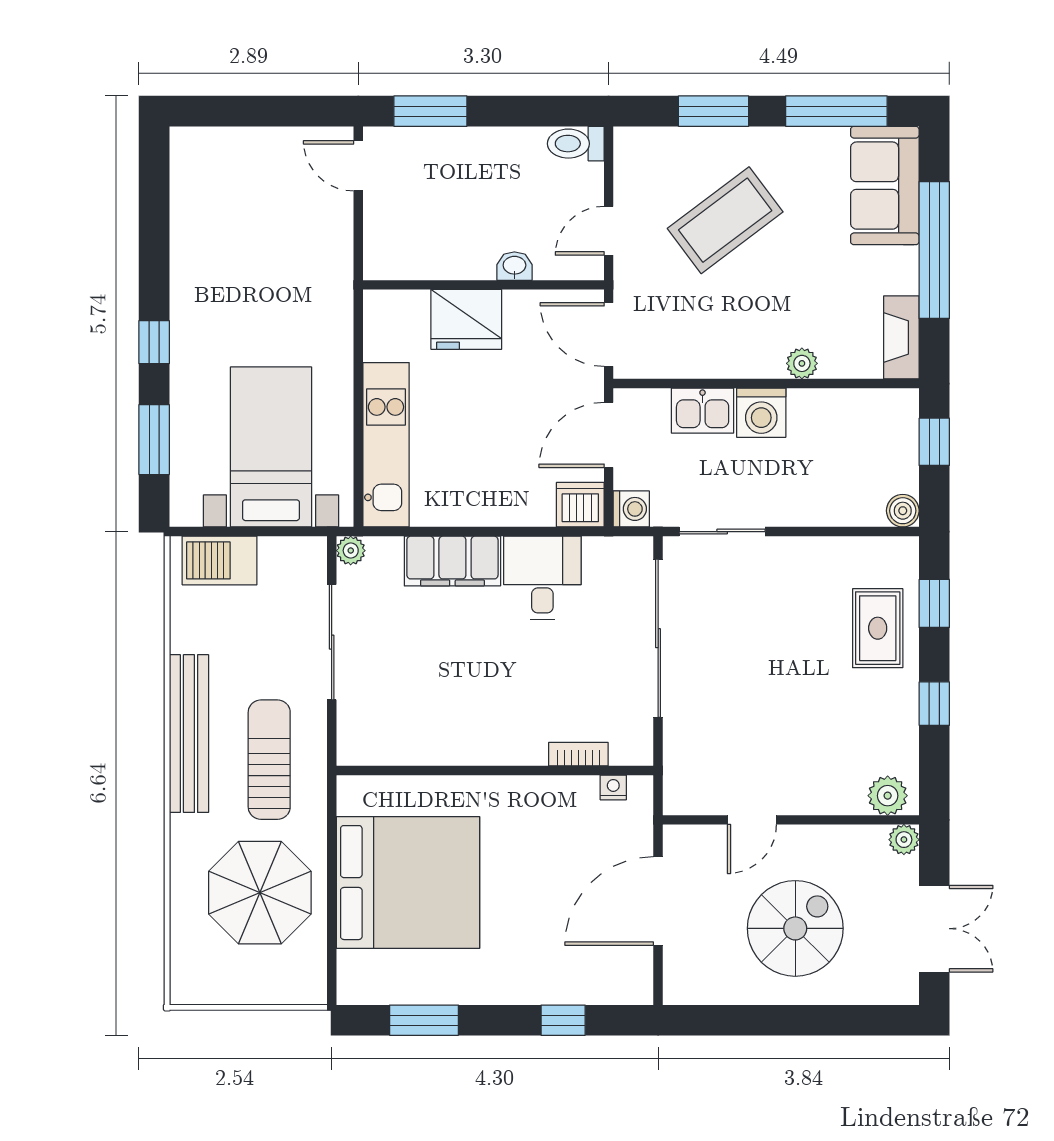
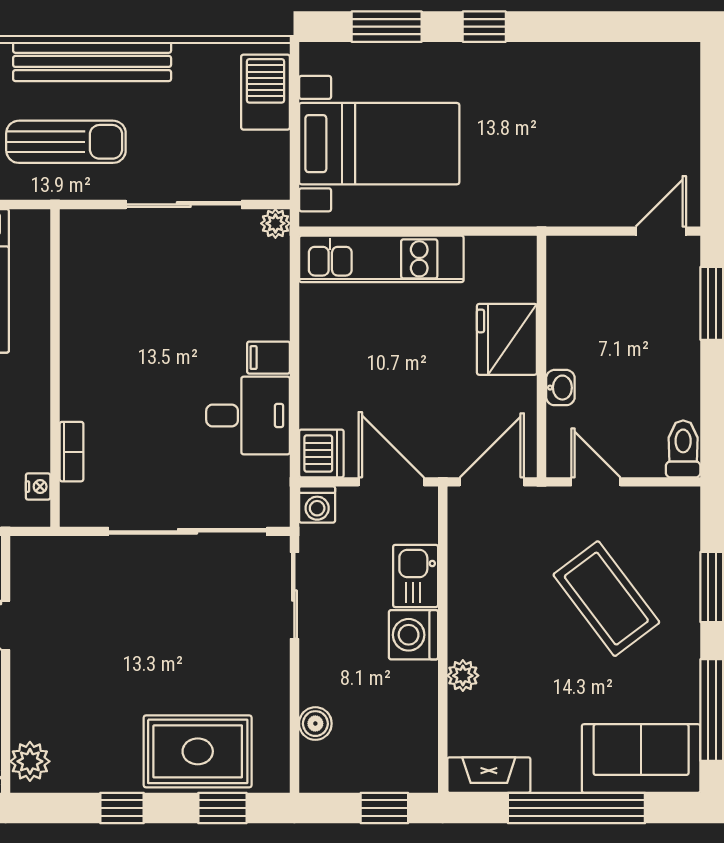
boiler: (903, 511) -> (315, 724), moved
filing cabinet: (452, 561) -> (268, 358), width x0.33, depth x0.86
rug: (878, 628) -> (198, 751), width x1.36, depth x1.43

